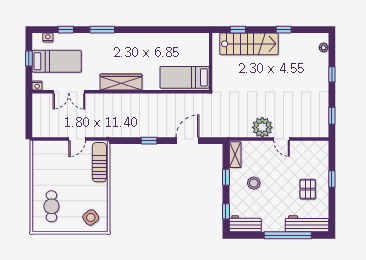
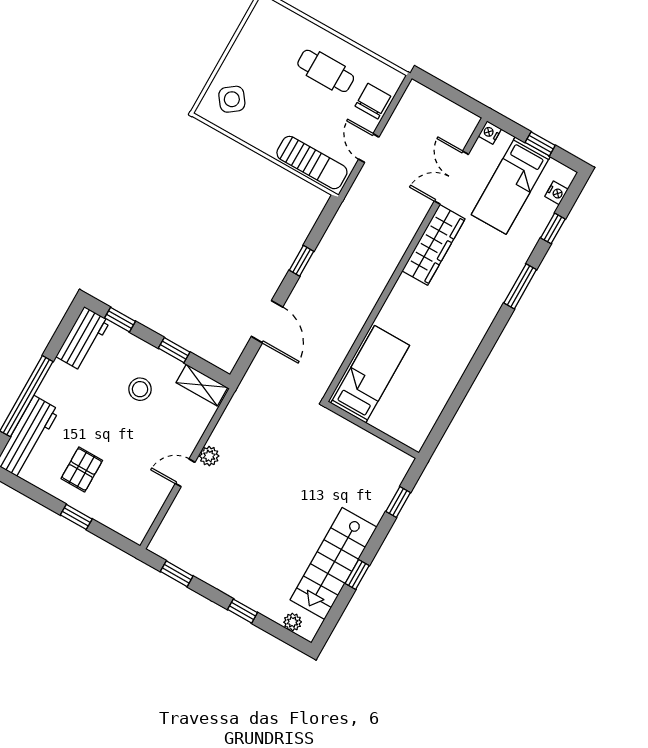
stairs: (249, 44) -> (333, 563), moved
wardrobe: (121, 82) -> (434, 245), moved
plant: (262, 127) -> (209, 456), width x0.53, depth x0.53
chair: (54, 150) -> (373, 101), added
pallet: (308, 189) -> (82, 469), turned 90
cafe table: (51, 206) -> (326, 71), moved

